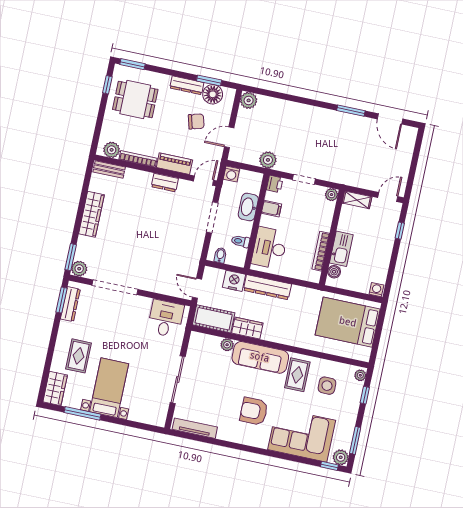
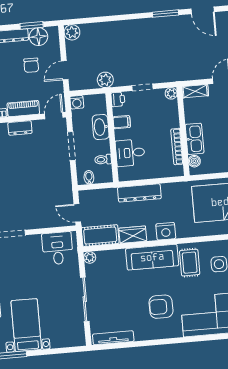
chair: (196, 122) -> (31, 65), turned 105
desk: (269, 248) -> (130, 153), width x0.73
nightstand: (234, 281) -> (166, 231), moved, turned 180
plant: (227, 345) -> (90, 258), moved

